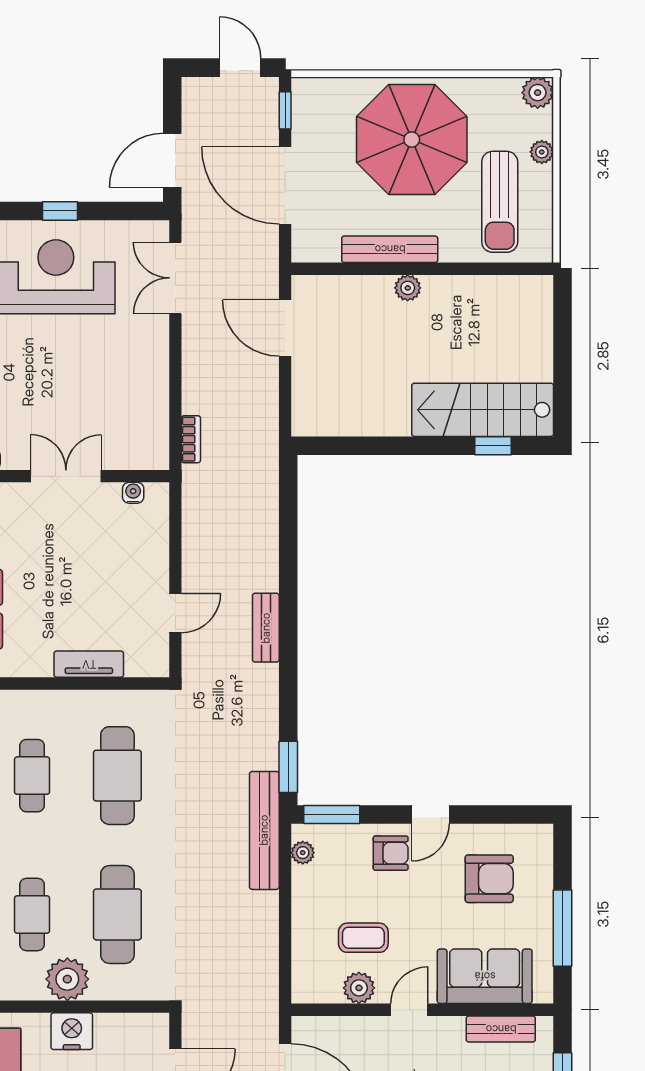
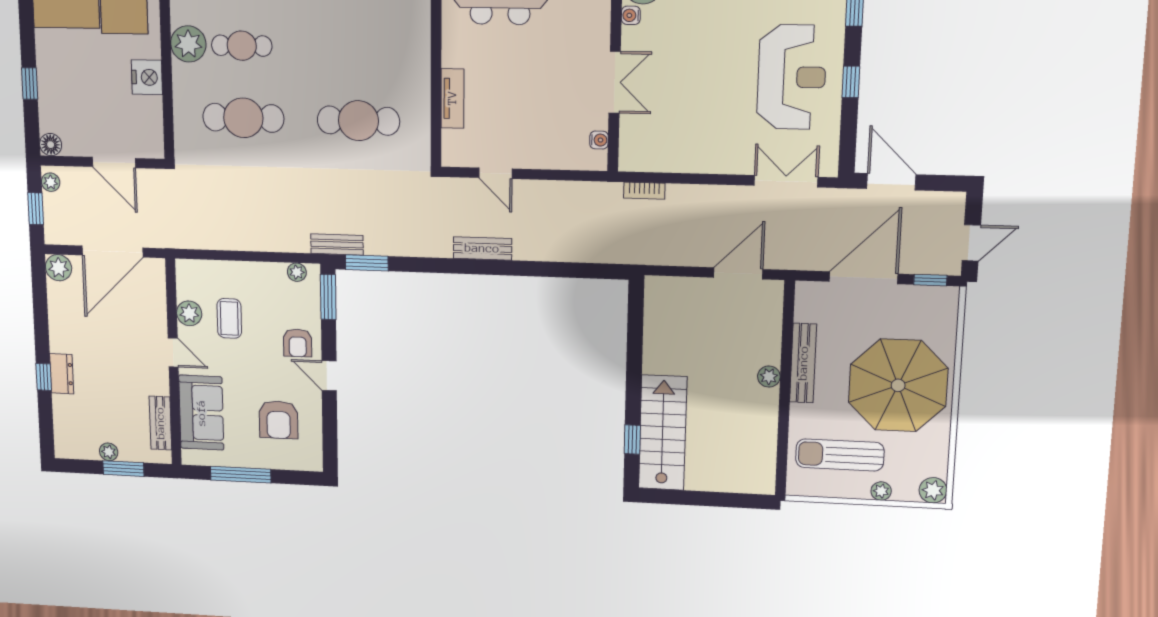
cafe table: (32, 776) -> (358, 48), removed
bench: (264, 830) -> (337, 244), width x0.54, depth x0.82
plant: (67, 979) -> (188, 44), moved

